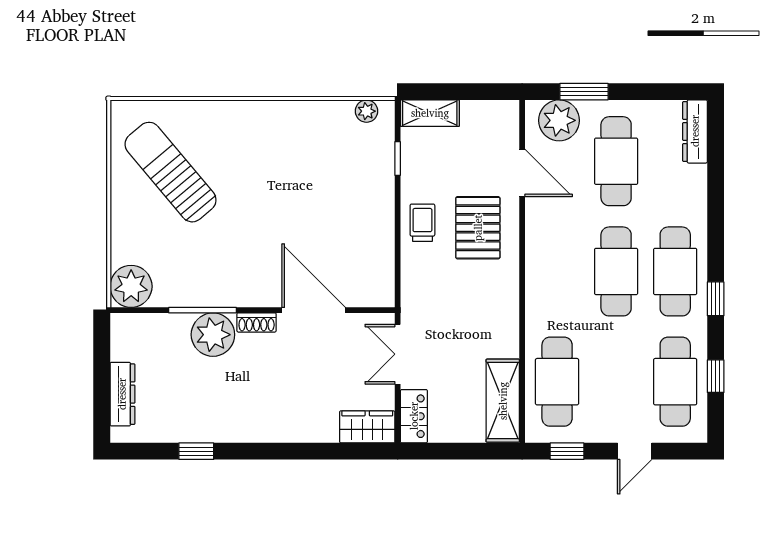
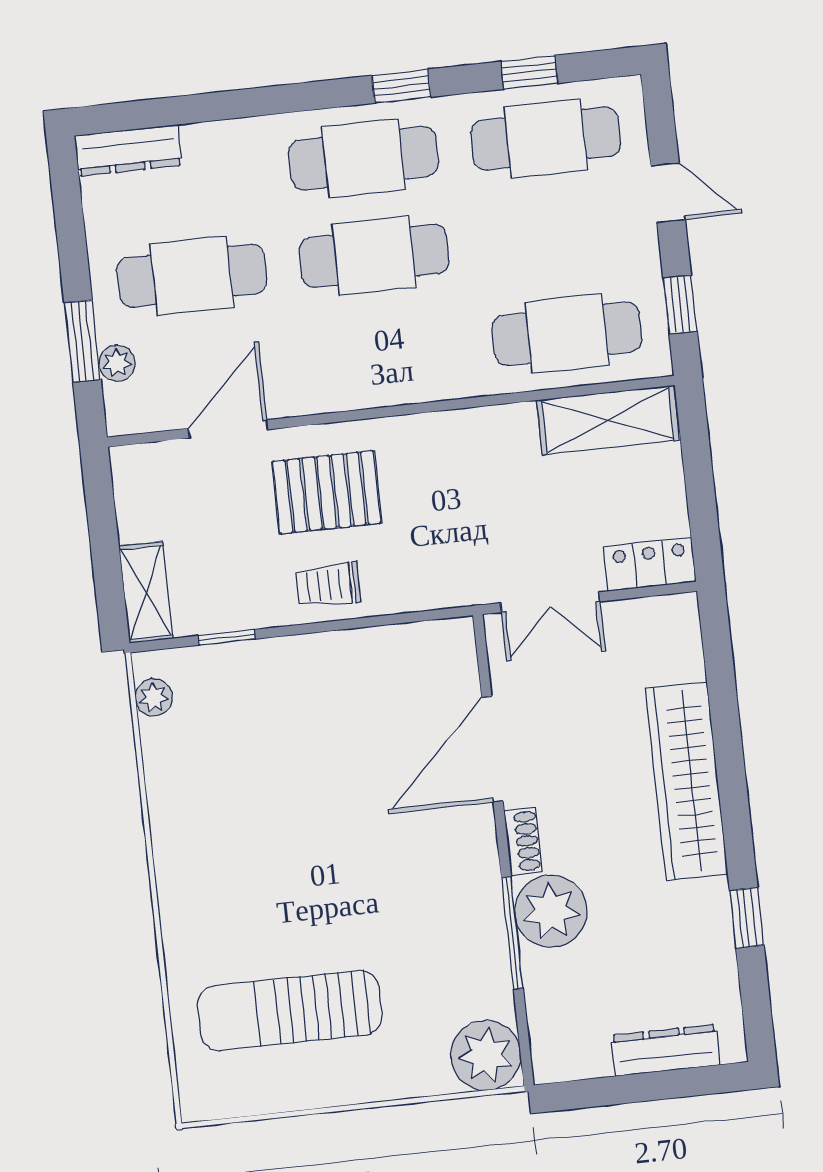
plant: (559, 120) -> (117, 363), width x0.53, depth x0.53
sun lounger: (171, 172) -> (290, 1010), turned 40
wardrobe: (367, 427) -> (687, 781), moved, width x2.10, depth x1.17

